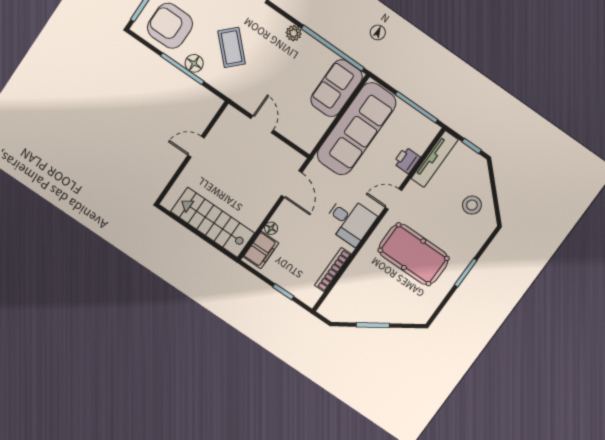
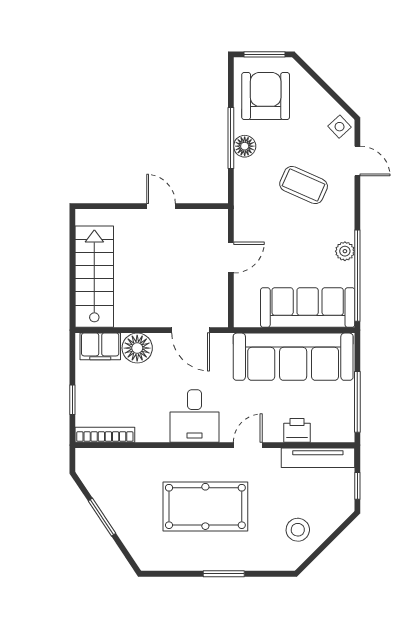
plant: (294, 33) -> (345, 251), moved
coffee table: (232, 47) -> (304, 185), moved, turned 69
sofa: (337, 88) -> (308, 307), width x1.36
door: (292, 184) -> (191, 330), hinge flipped
door: (393, 199) -> (248, 445), hinge flipped
floor lamp: (271, 228) -> (137, 348), width x1.89, depth x1.89
pool table: (414, 254) -> (205, 506), turned 90
bookcase: (333, 270) -> (105, 435), moved

